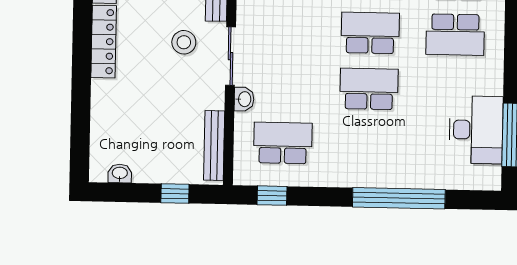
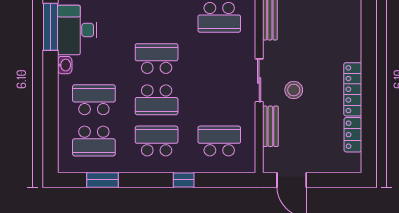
school desk: (369, 89) -> (157, 59), turned 180
washbasin: (244, 99) -> (65, 65), moved, turned 180

